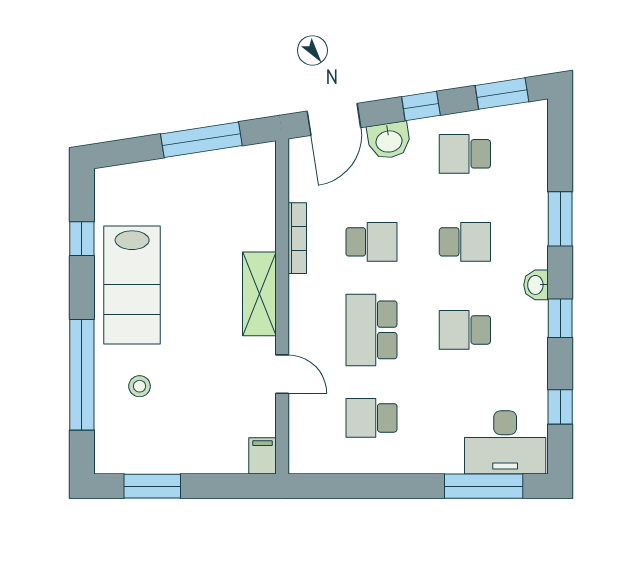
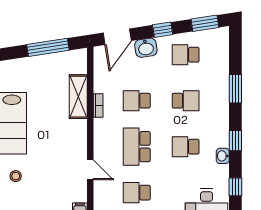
bookcase: (297, 238) -> (98, 105), width x0.64
school desk: (371, 242) -> (137, 101), turned 180
washbasin: (536, 285) -> (223, 156), moved
shelving: (259, 294) -> (78, 97), moved

